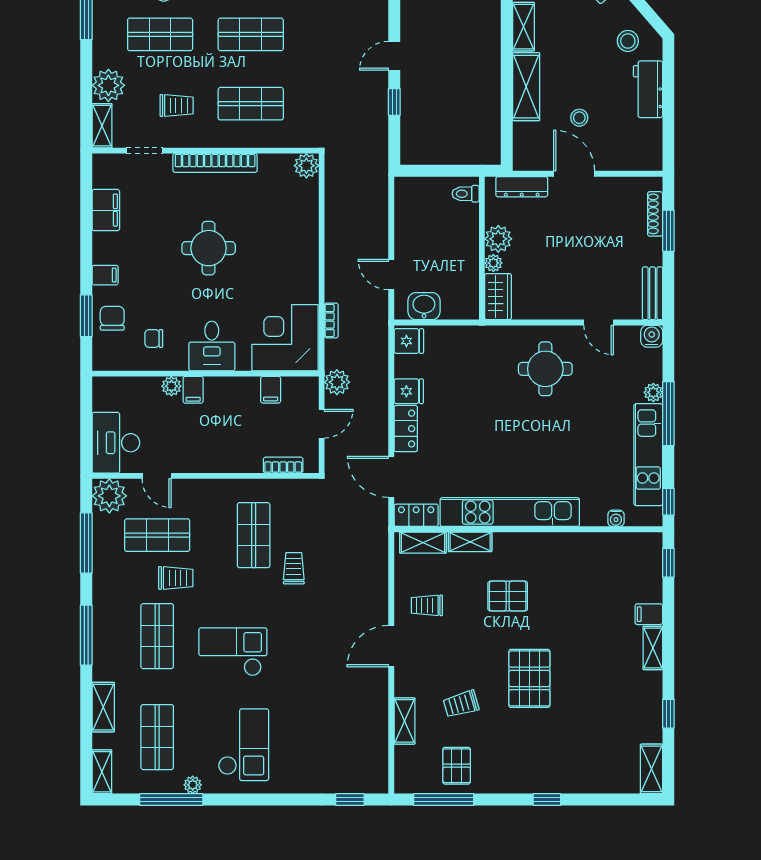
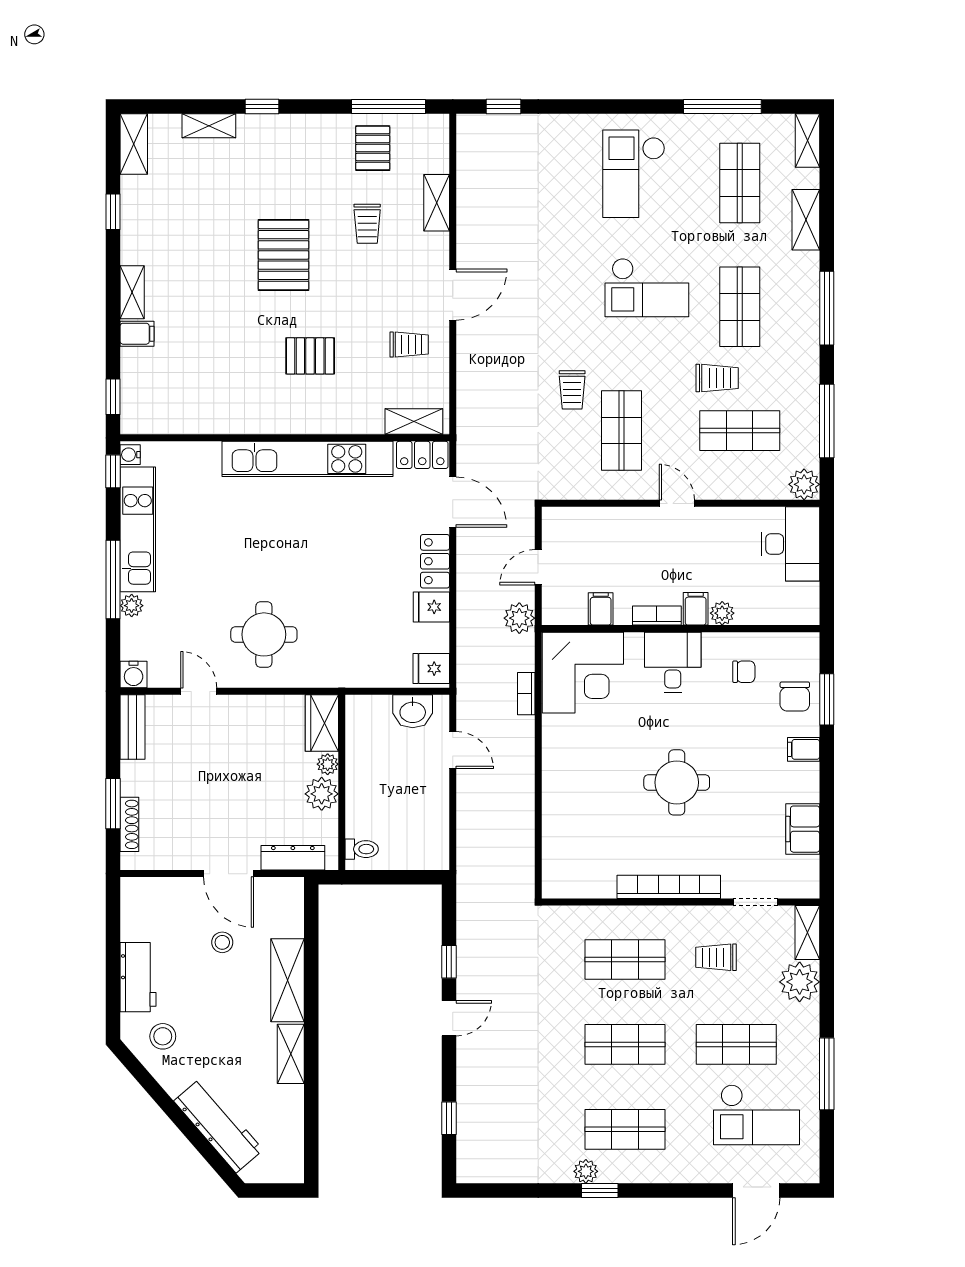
plant: (306, 166) -> (557, 883), removed
bookcase: (283, 465) -> (657, 616), moved, turned 180
door: (157, 476) -> (677, 503), moved
plant: (109, 496) -> (804, 484), width x0.73, depth x0.73
water cooler: (616, 518) -> (130, 455), moved, turned -90
shelving: (470, 542) -> (209, 126), moved
trolley: (176, 578) -> (717, 378), turned 180
trolley: (461, 704) -> (367, 224), turned 106
plant: (193, 785) -> (696, 125), removed

